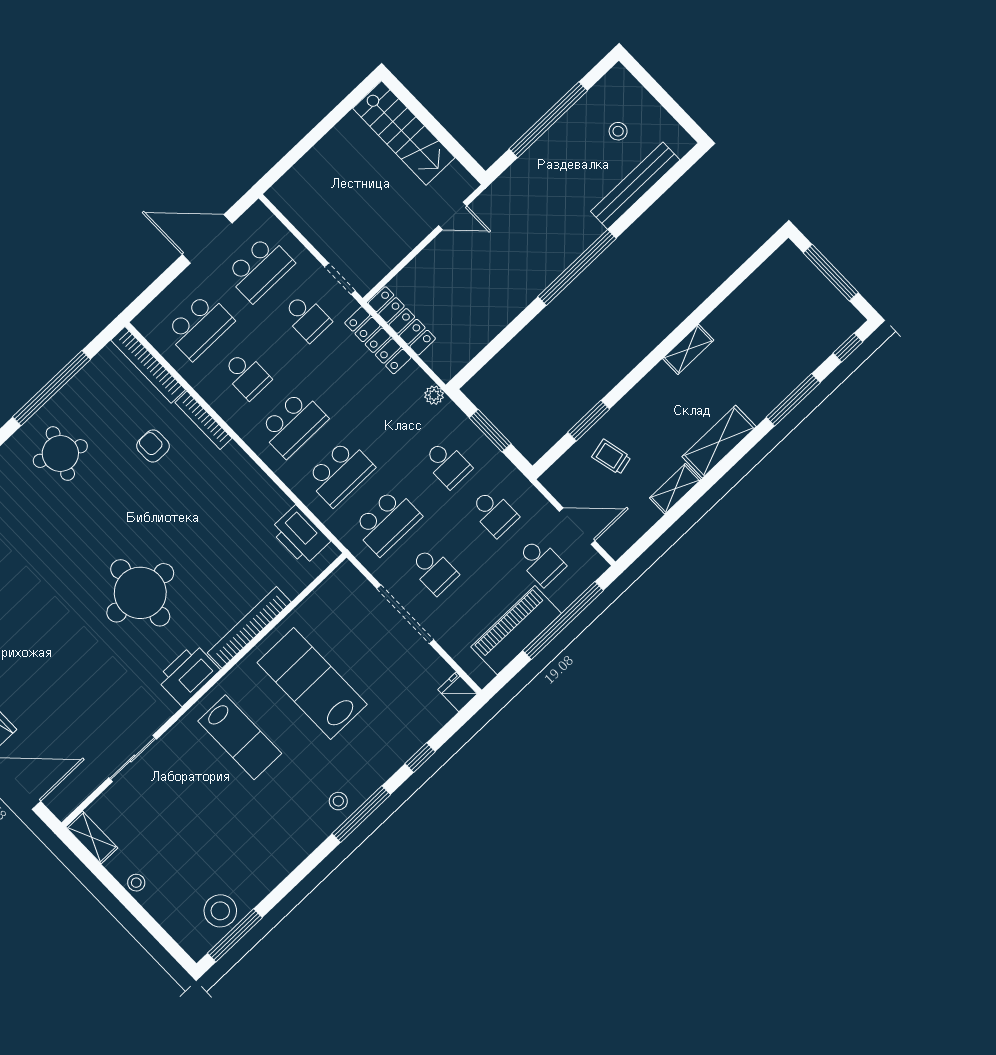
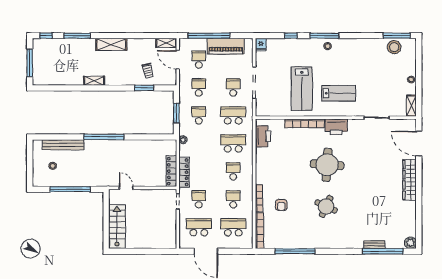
school desk: (293, 424) -> (233, 171), width x0.54
round table: (60, 454) -> (326, 206), moved
shelving: (675, 489) -> (166, 43), moved
lab bench: (240, 737) -> (339, 93), turned 90

